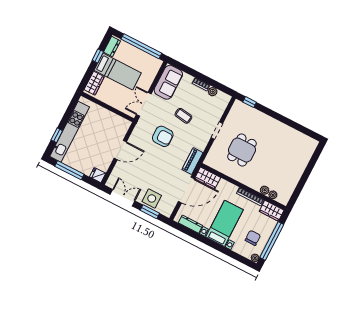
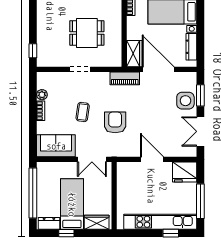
fridge: (98, 175) -> (185, 172), width x1.88, depth x1.34

